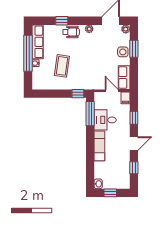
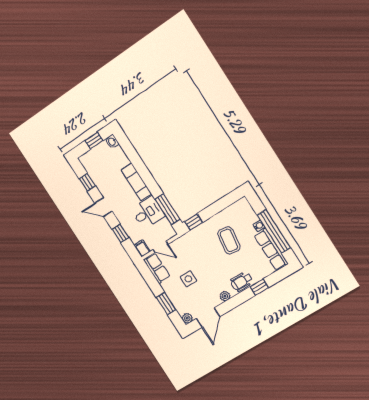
side table: (123, 52) -> (188, 279), moved
door: (134, 144) -> (103, 207), hinge flipped

